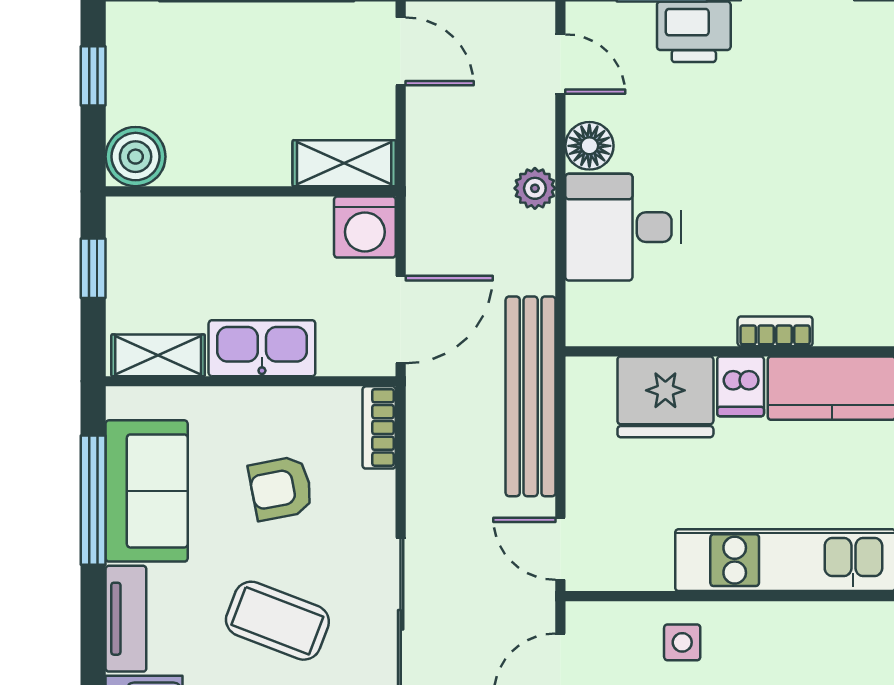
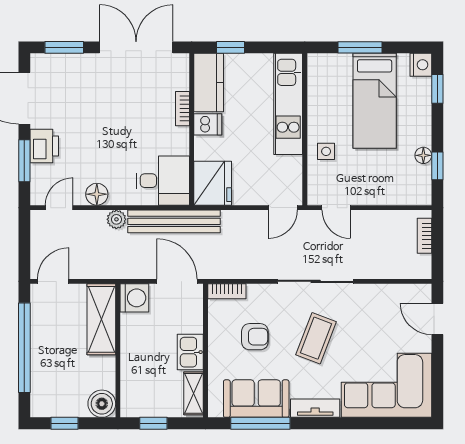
shelving: (344, 163) -> (101, 319), width x1.50, depth x1.33
desk: (623, 227) -> (163, 181), moved, turned -90
kitchen sink: (262, 348) -> (190, 352), width x0.73
bench: (531, 396) -> (174, 221), moved
fridge: (665, 397) -> (213, 183), moved
armchair: (281, 488) -> (255, 337), turned -79

